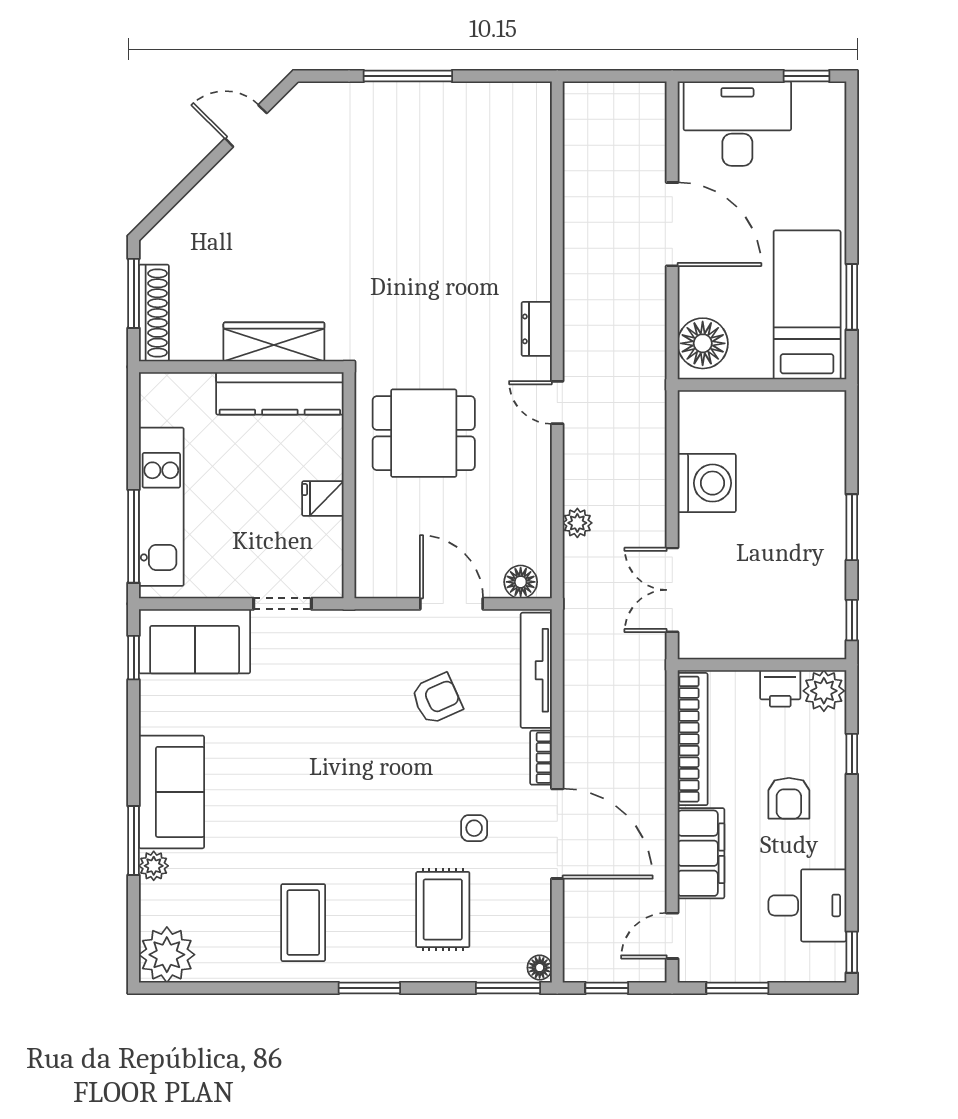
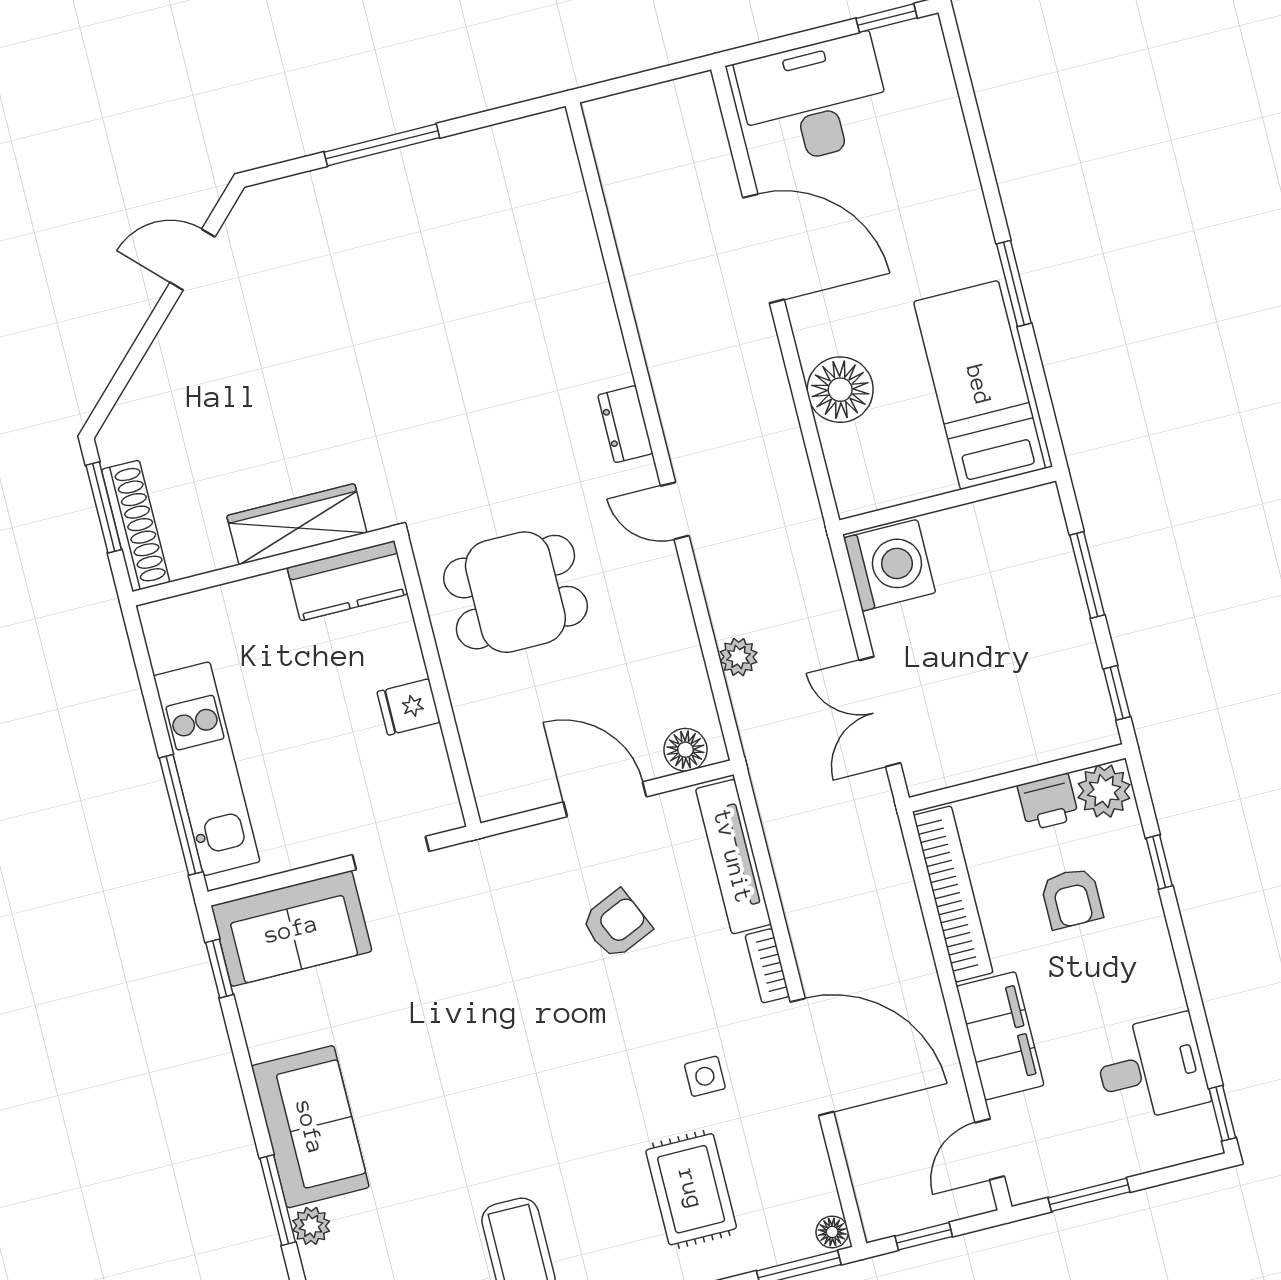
bed: (807, 305) -> (979, 385), moved
wall: (762, 385) -> (948, 501), moved
kitchen counter: (280, 393) -> (348, 581), width x0.67
armchair: (789, 798) -> (1072, 898), moved

